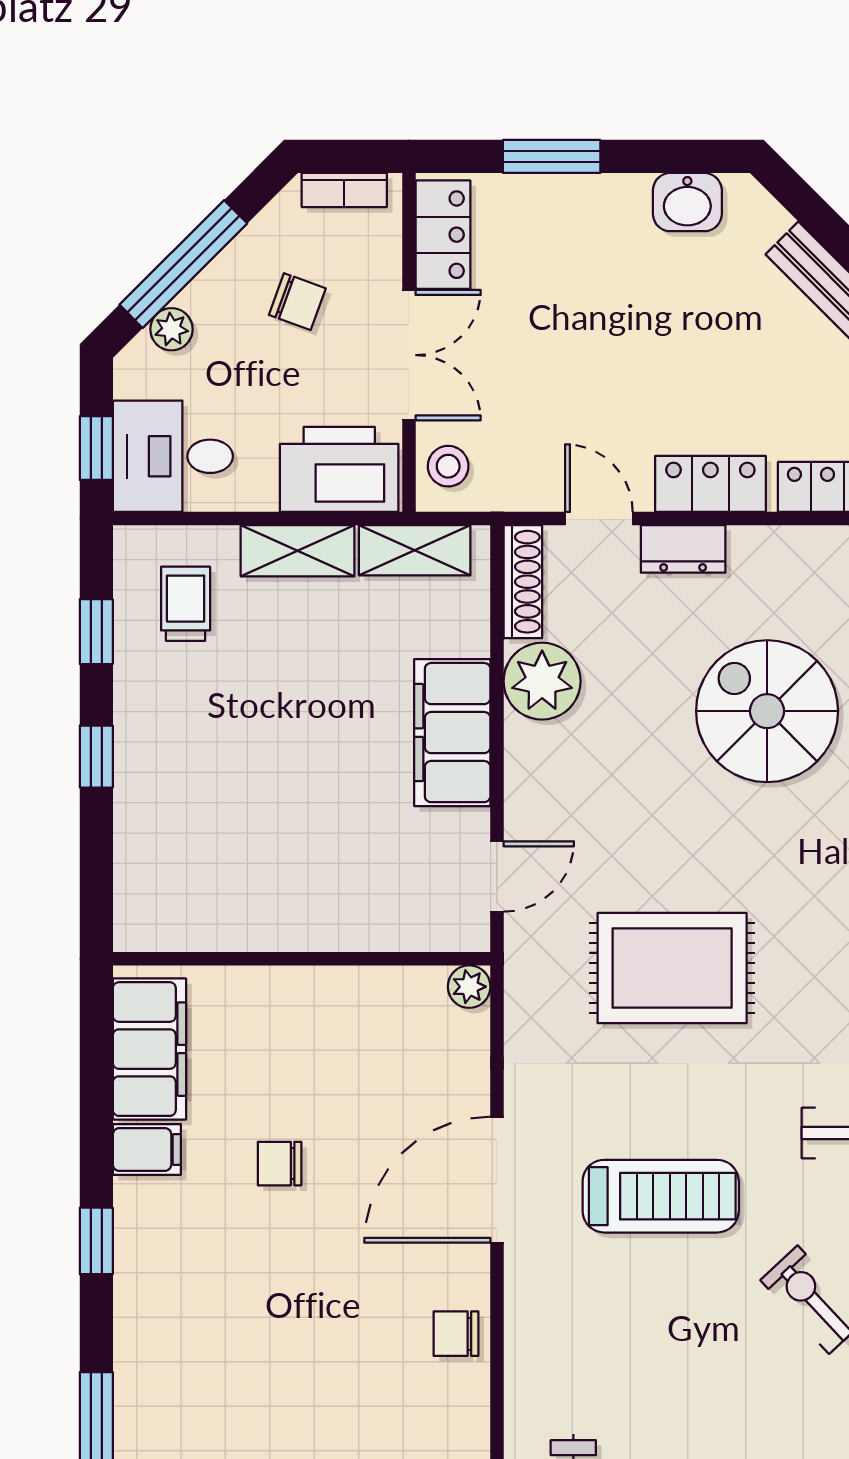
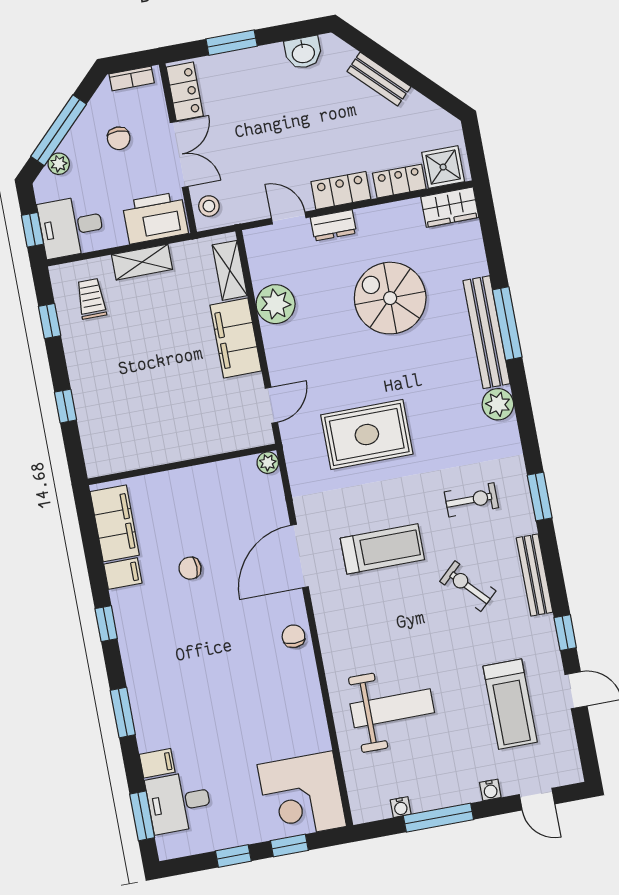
chair: (297, 302) -> (119, 138), turned 70
shelving: (415, 550) -> (230, 270), moved, turned 90
shoe rack: (523, 582) -> (257, 256), removed
window: (96, 757) -> (65, 406), moved
chair: (456, 1334) -> (293, 636), turned 90

